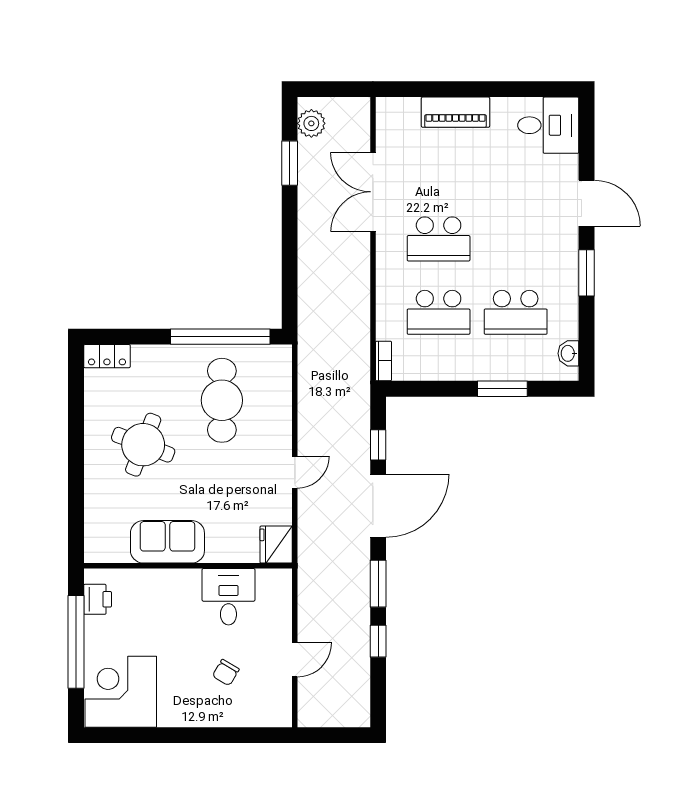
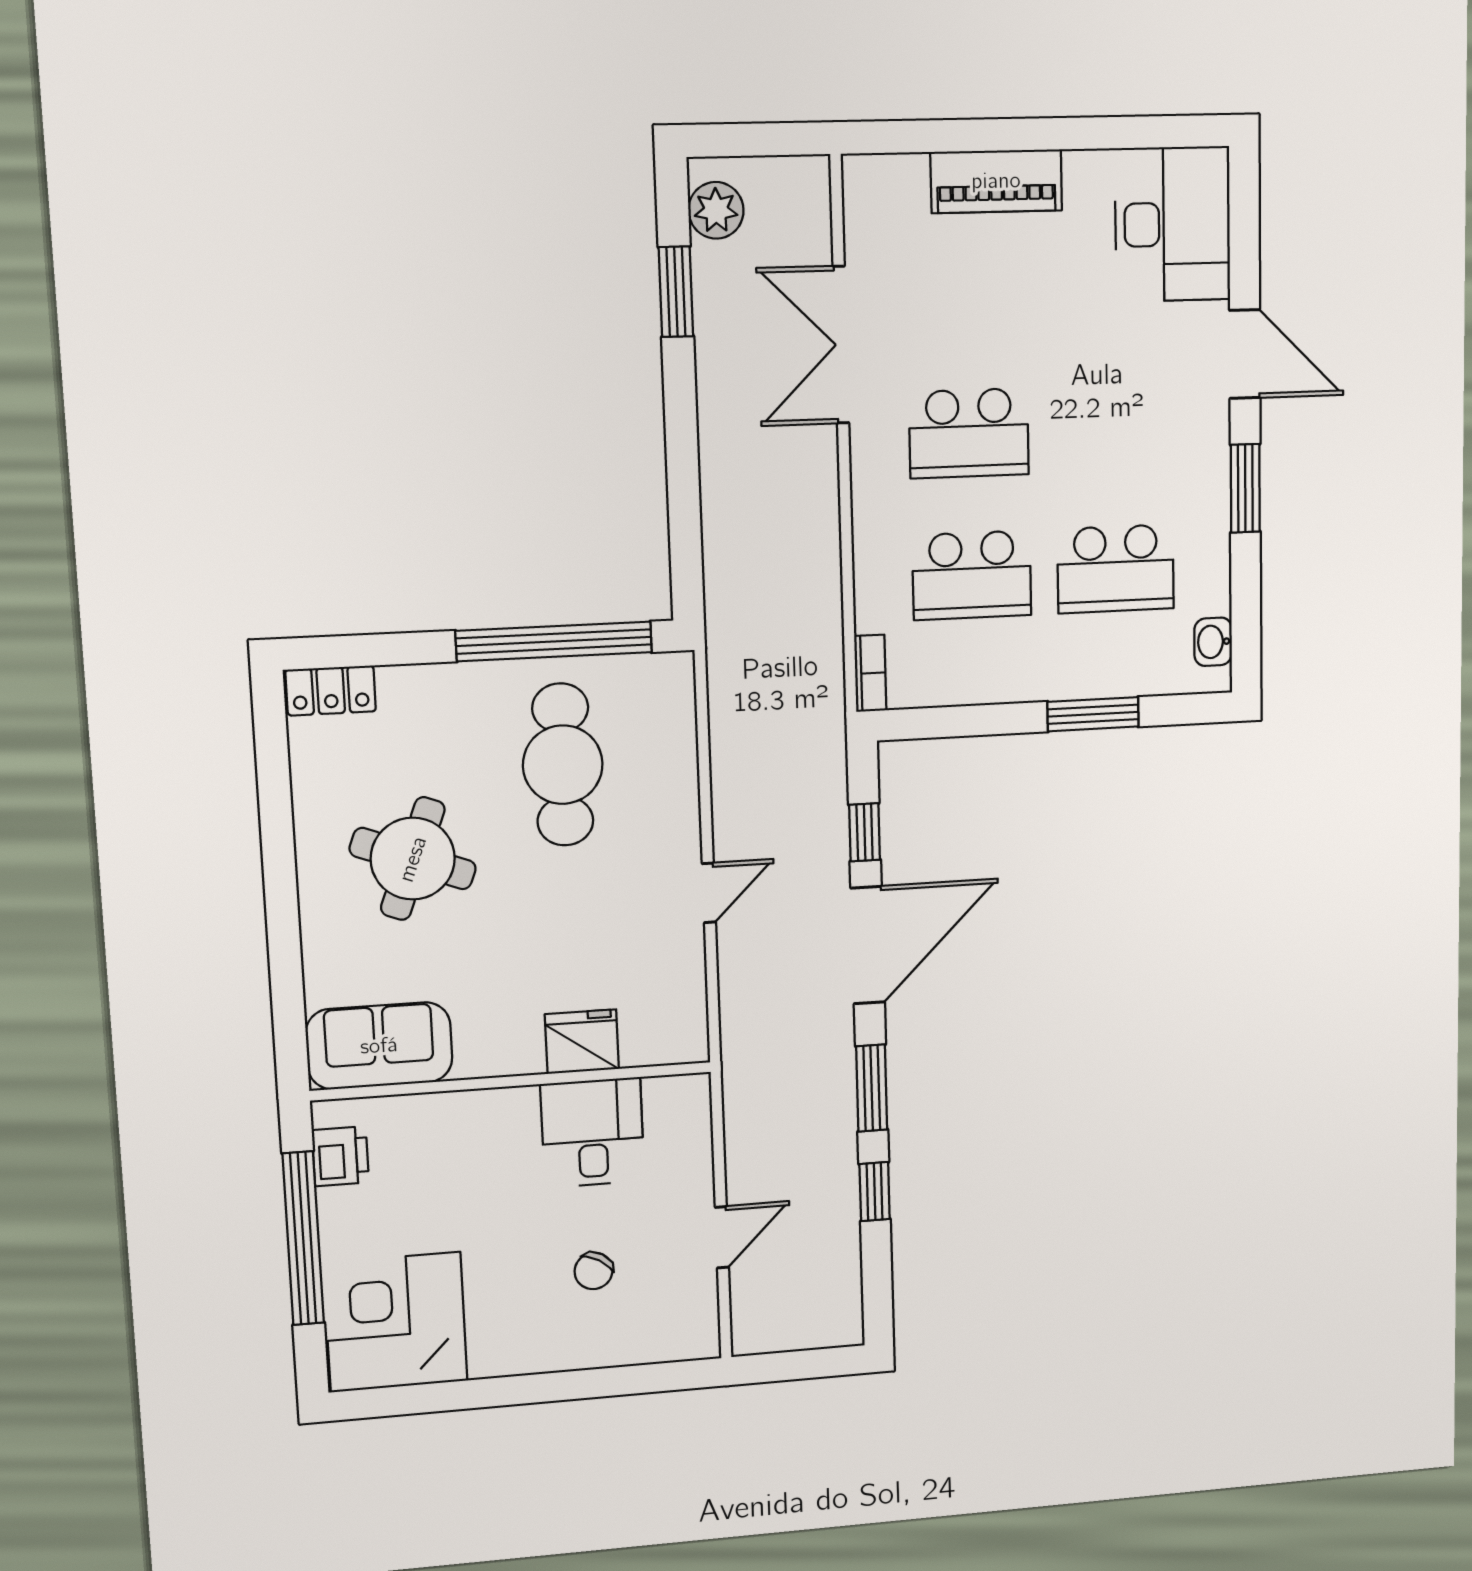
desk: (548, 125) -> (1173, 224), width x1.37
sofa: (167, 542) -> (379, 1046), moved
fridge: (276, 545) -> (582, 1042), moved, turned 90

